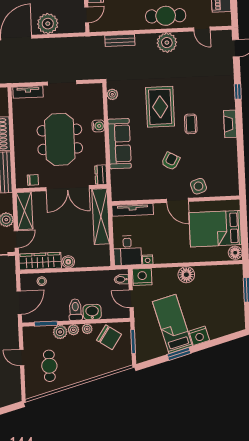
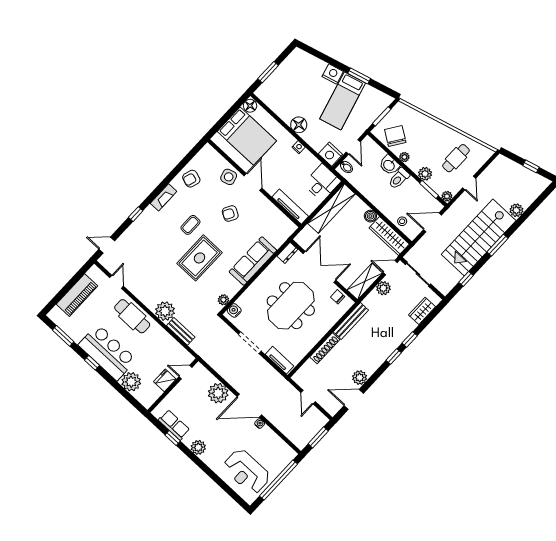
plant: (167, 43) -> (165, 311), moved
water cooler: (98, 126) -> (234, 310), moved
armchair: (224, 158) -> (191, 179), added
shelving: (101, 216) -> (331, 209), moved
nightstand: (148, 260) -> (299, 147), moved
plant: (73, 330) -> (447, 196), moved

